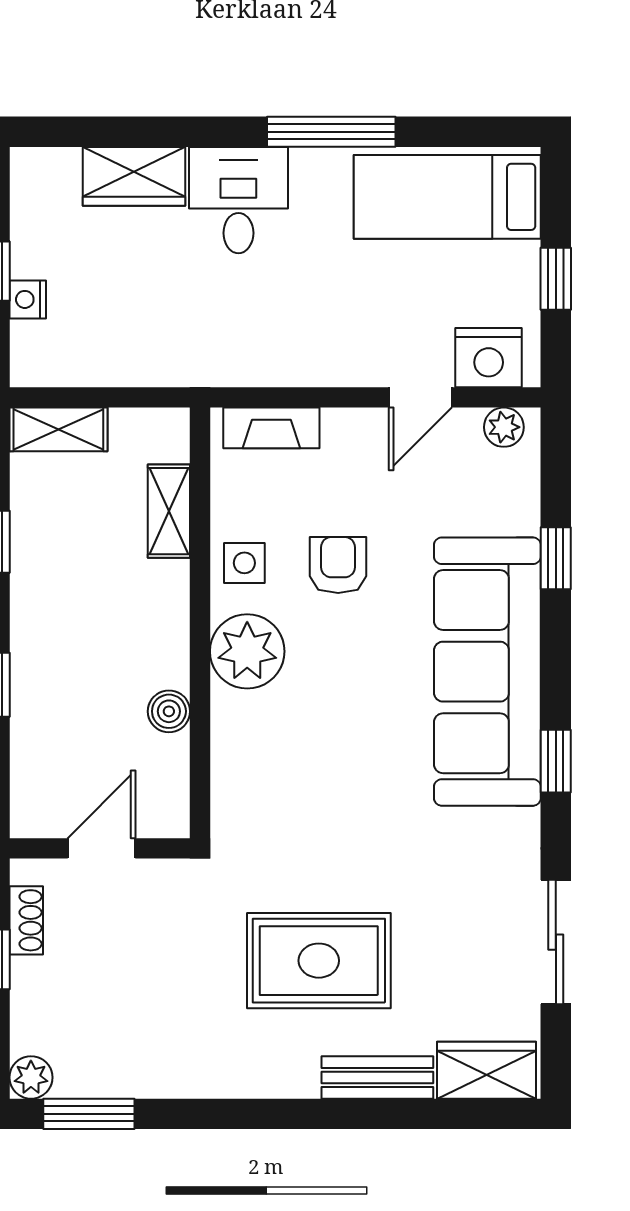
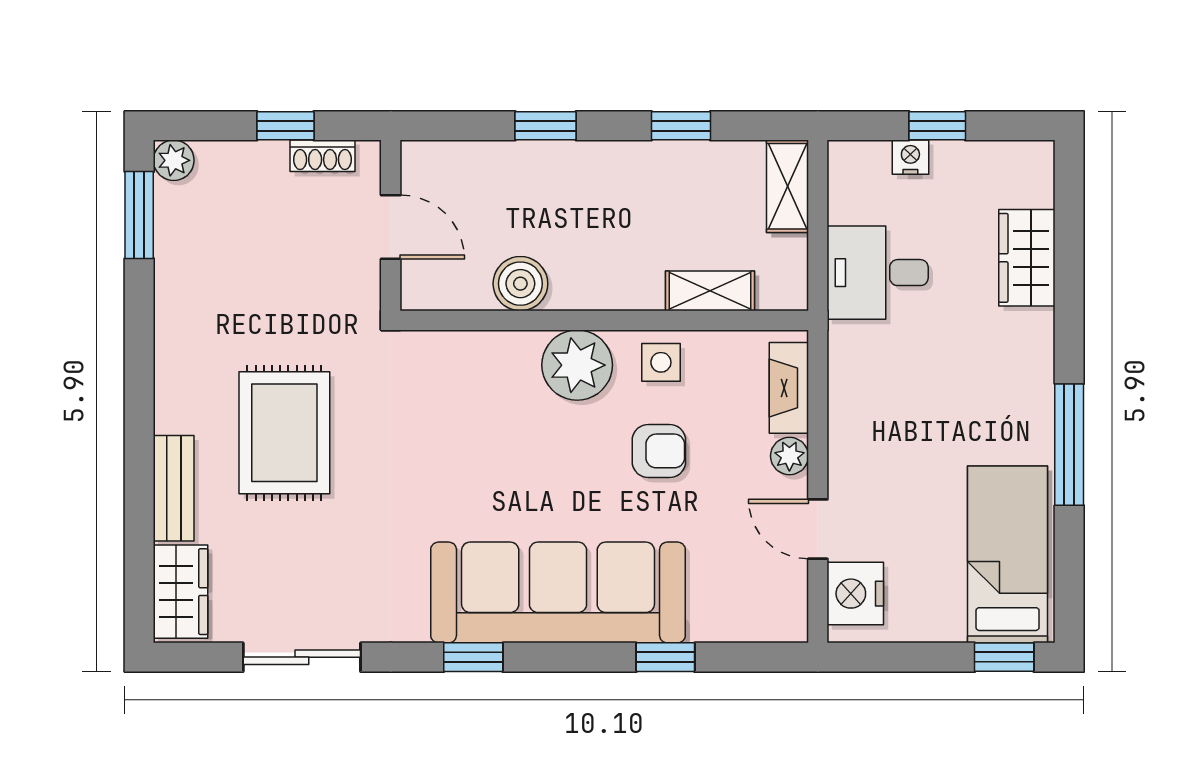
desk: (238, 200) -> (878, 273), moved, turned 180
window: (556, 279) -> (1004, 657), moved
plant: (504, 427) -> (789, 456), moved
boiler: (169, 711) -> (520, 284), width x1.36, depth x1.36

